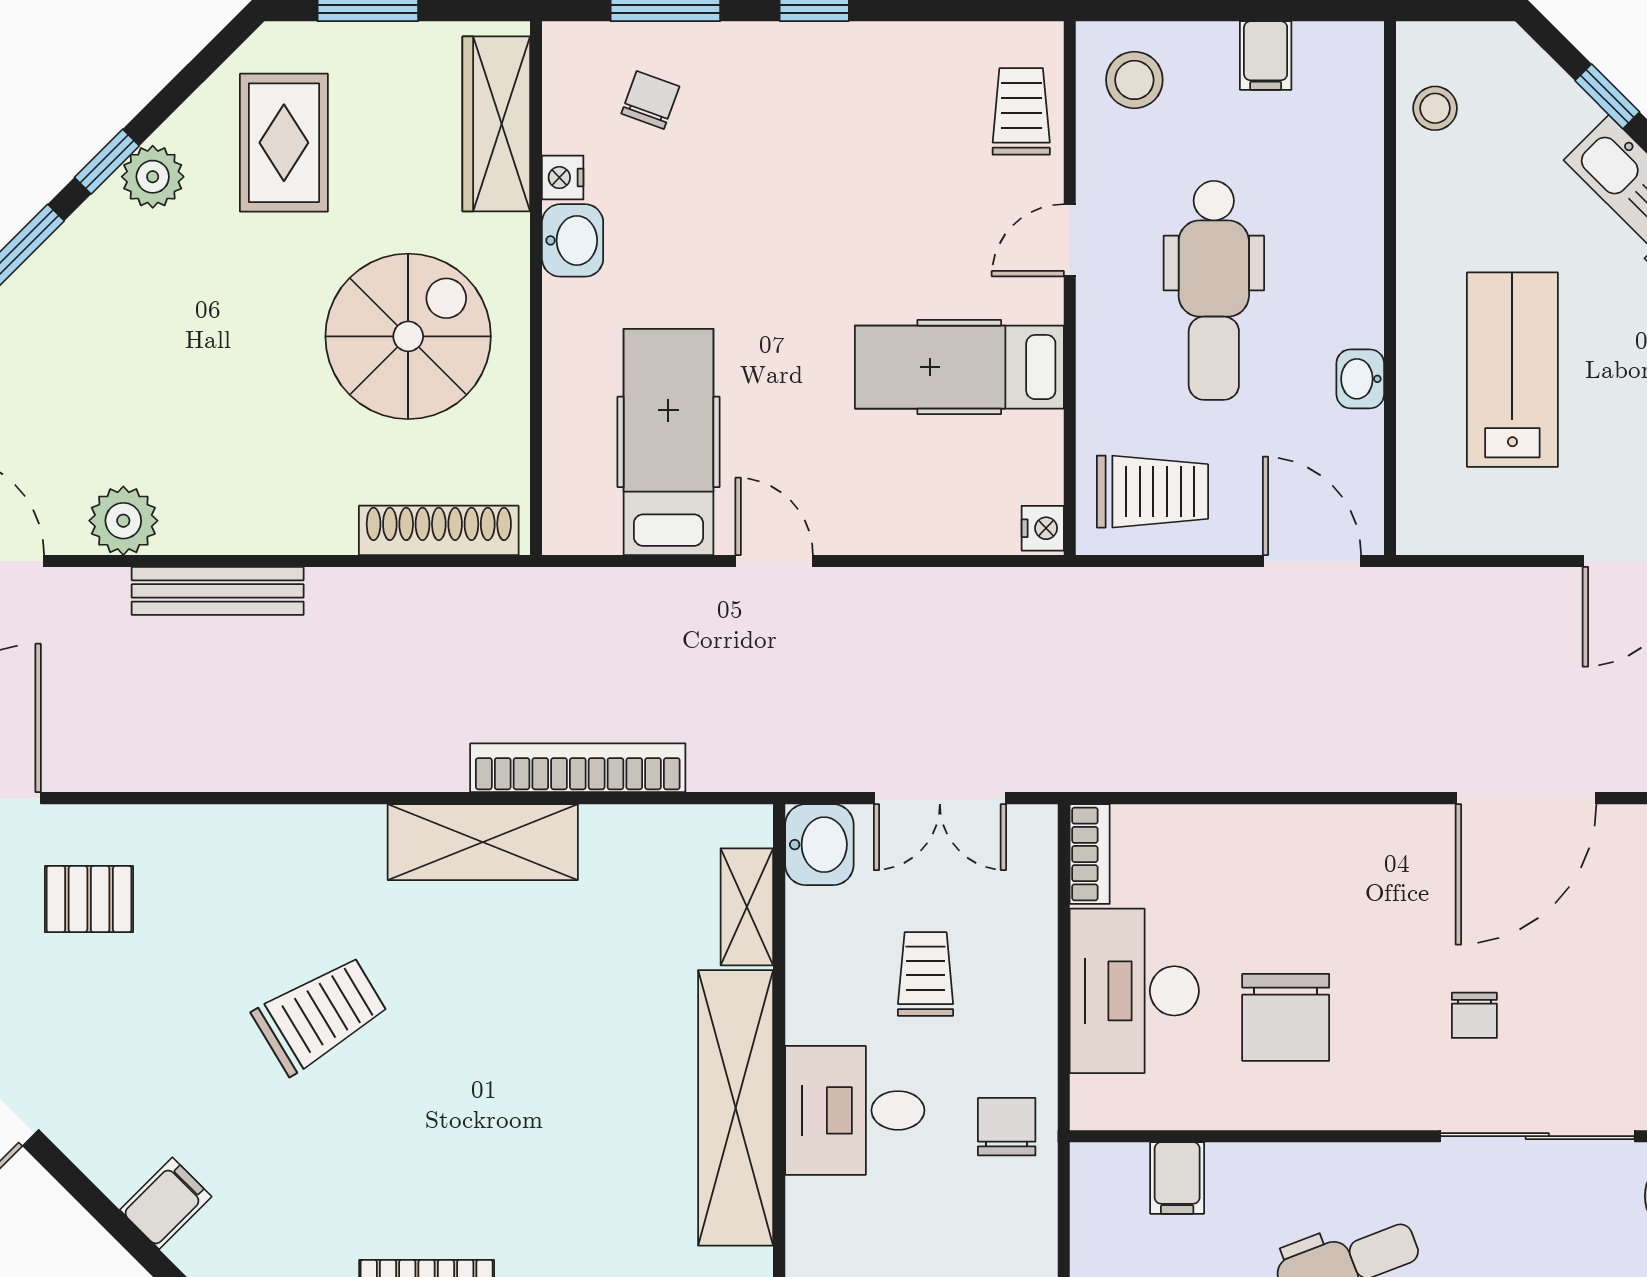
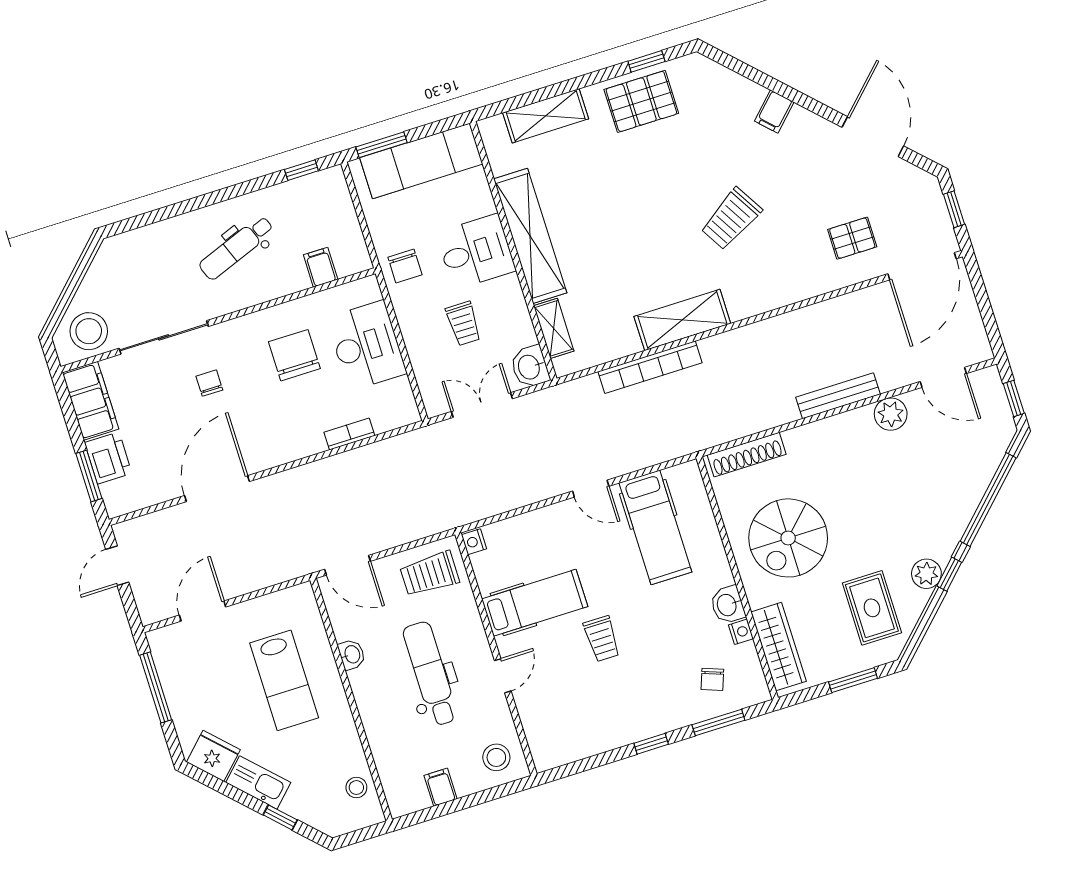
trolley: (1021, 111) -> (602, 639), moved
bookcase: (1090, 854) -> (349, 434), moved, turned 90

